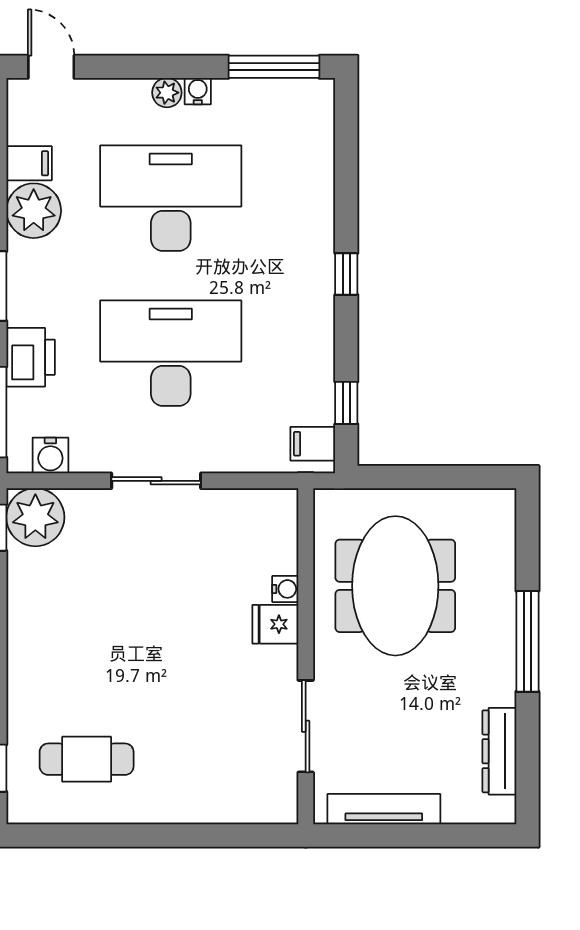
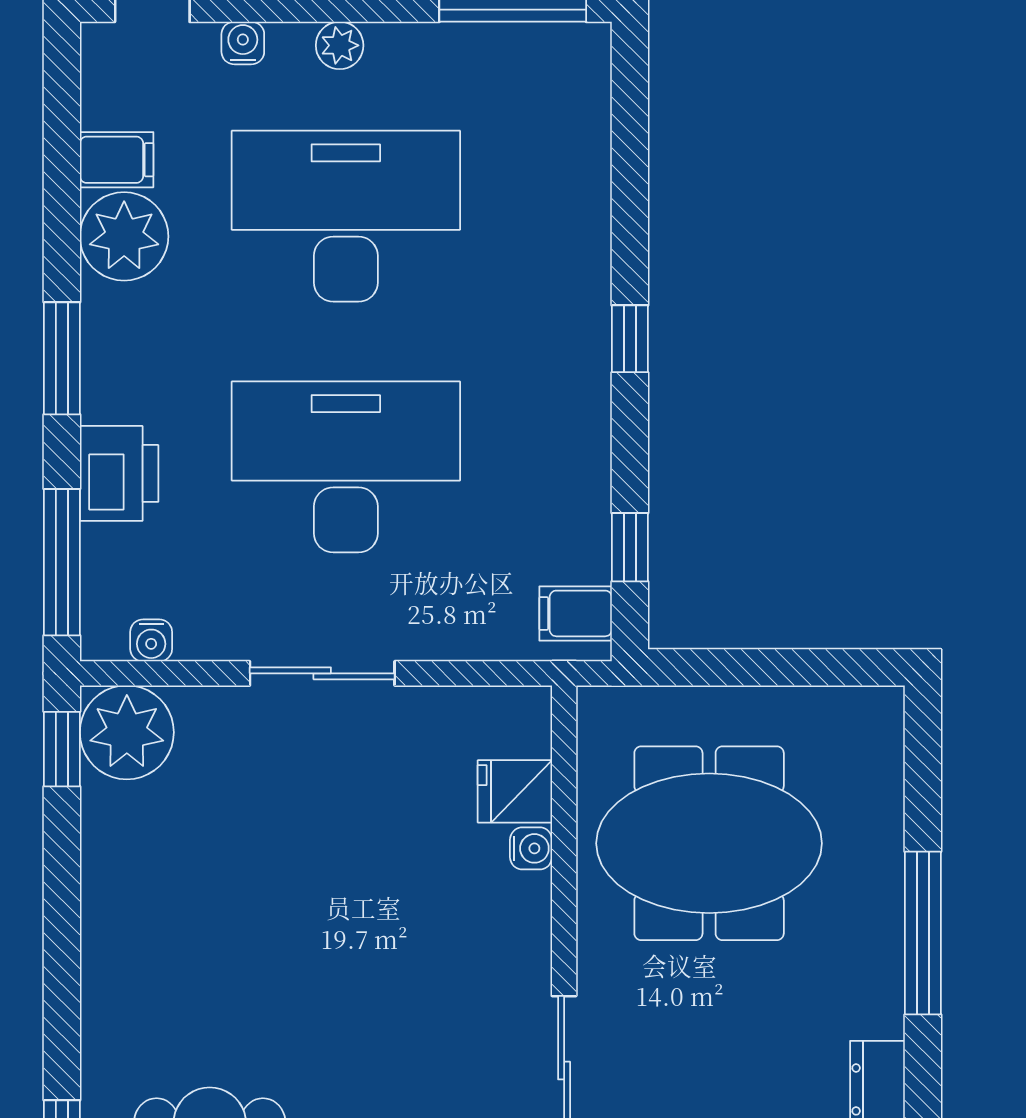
water cooler: (198, 91) -> (243, 43), moved
water cooler: (50, 455) -> (151, 640), width x0.72, depth x0.72
meeting table: (395, 586) -> (709, 843), turned 90
fridge: (275, 624) -> (515, 791), moved

